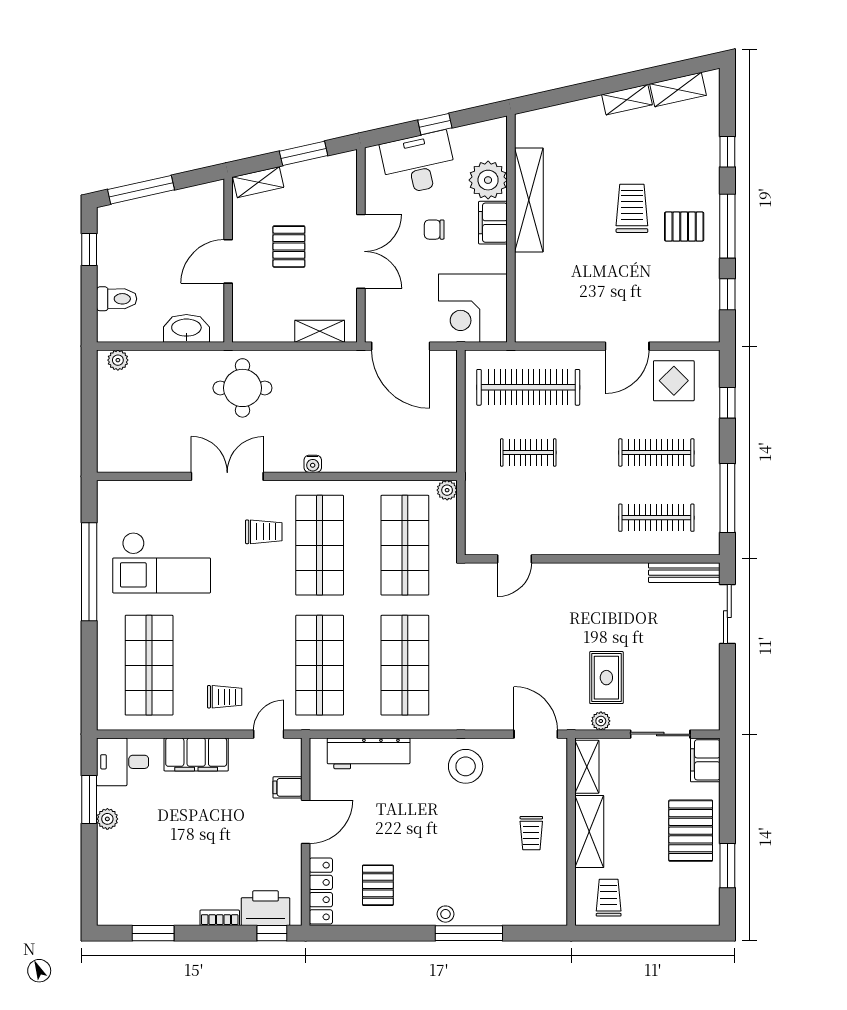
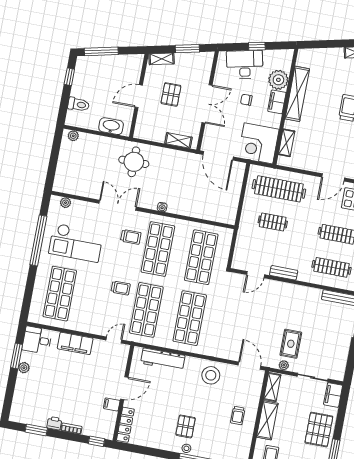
shelving: (526, 297) -> (287, 143), added
plant: (447, 490) -> (66, 203), moved
bench: (567, 545) -> (284, 273), added
trolley: (225, 697) -> (121, 288), moved
filing cabinet: (288, 787) -> (112, 404), moved
pallet: (378, 885) -> (186, 426), moved
printer: (266, 908) -> (54, 423), moved, width x0.53, depth x0.68

